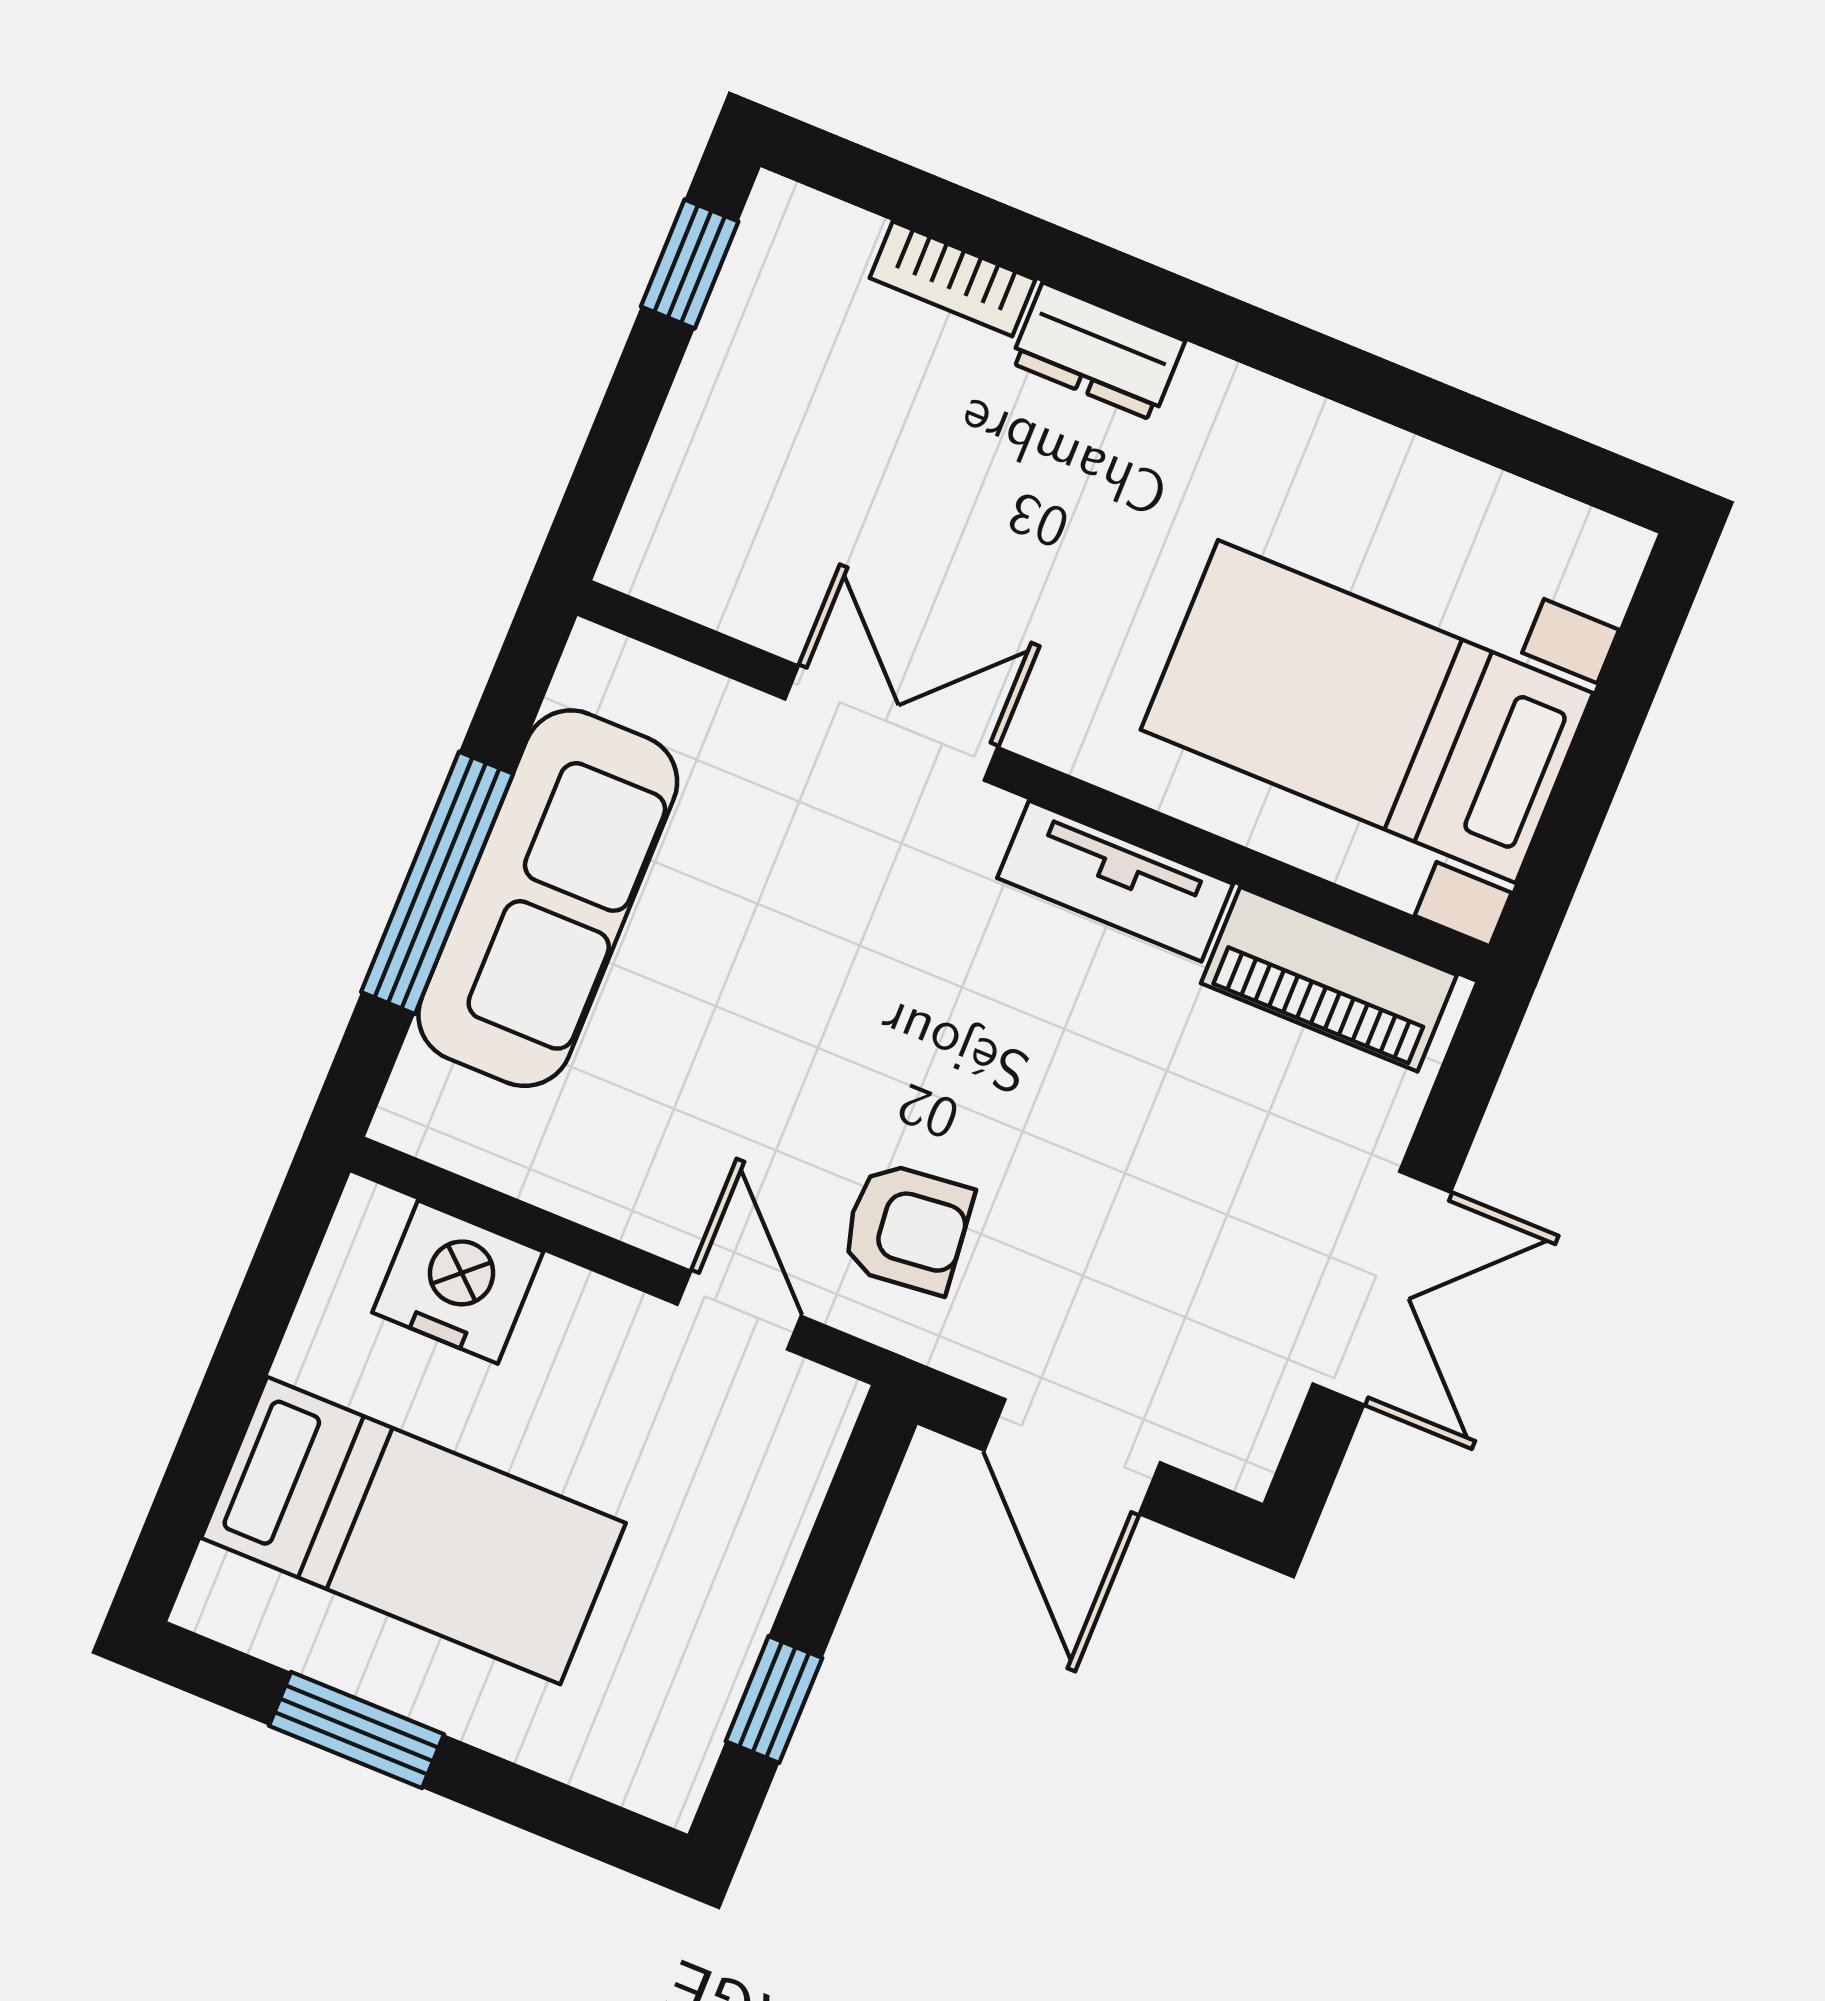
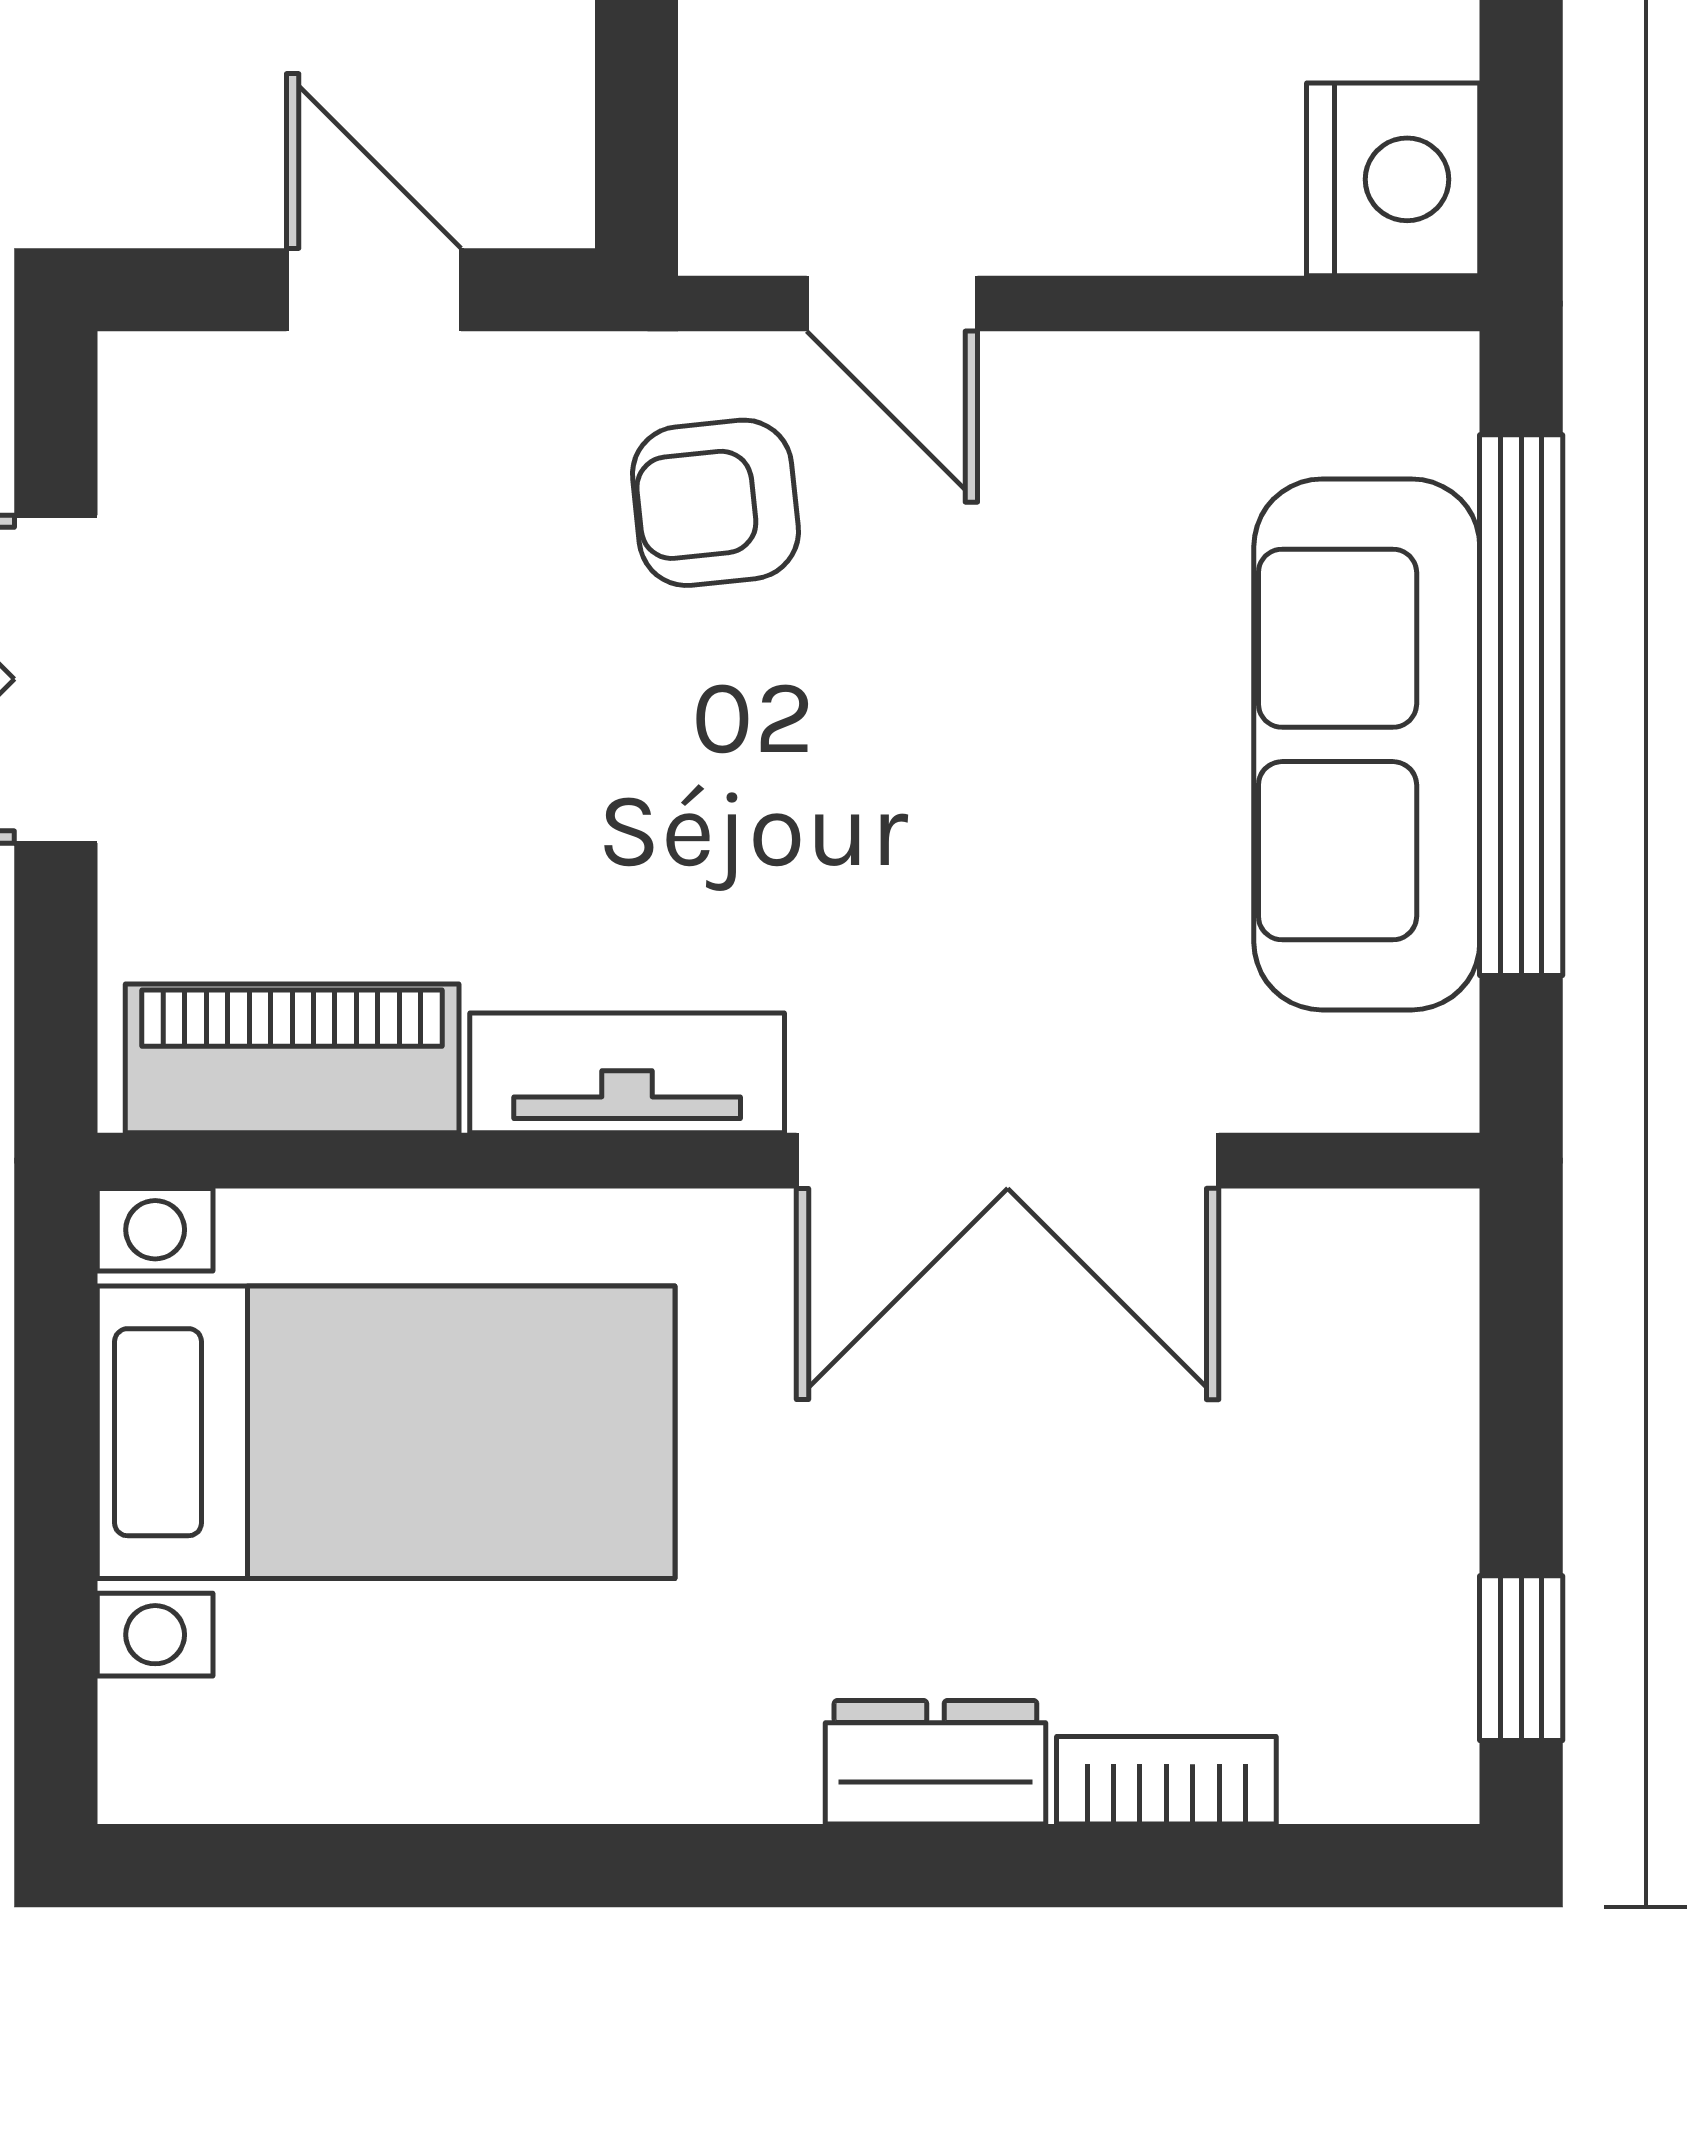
double door: (891, 723) -> (1008, 1161), width x1.37
window: (437, 883) -> (1521, 705), width x1.46
nightstand: (458, 1282) -> (1393, 179), moved, turned -90
door: (1072, 1457) -> (374, 290), width x0.73

